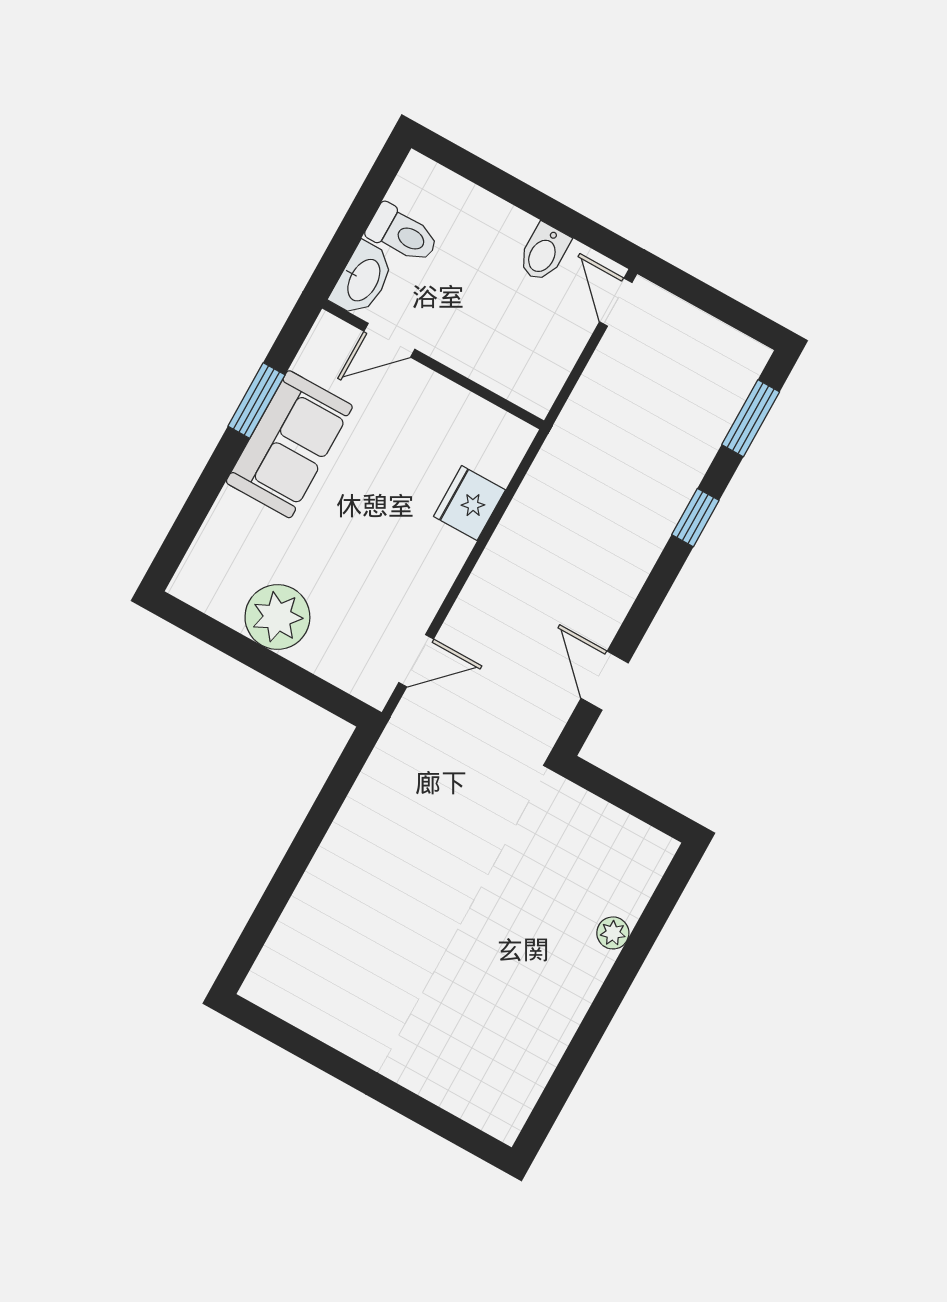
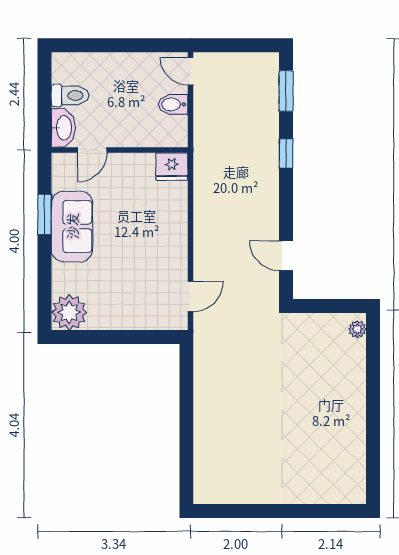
bidet: (544, 253) -> (173, 104), moved, turned 90
fridge: (469, 503) -> (172, 167), moved, turned -90
plant: (277, 617) -> (69, 312), moved
plant: (613, 933) -> (357, 329), moved

